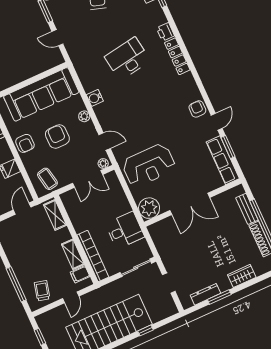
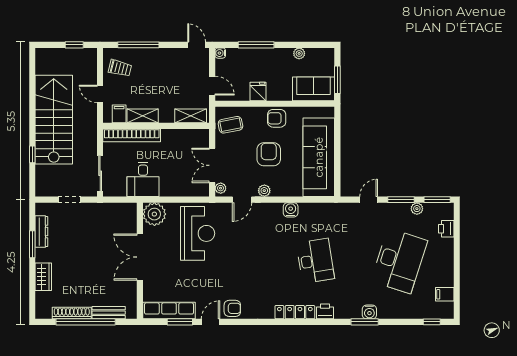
plant: (84, 116) -> (264, 191), moved
door: (217, 122) -> (211, 322), swing flipped
armchair: (57, 137) -> (269, 154), turned -90
reception desk: (149, 165) -> (198, 233), turned 180

